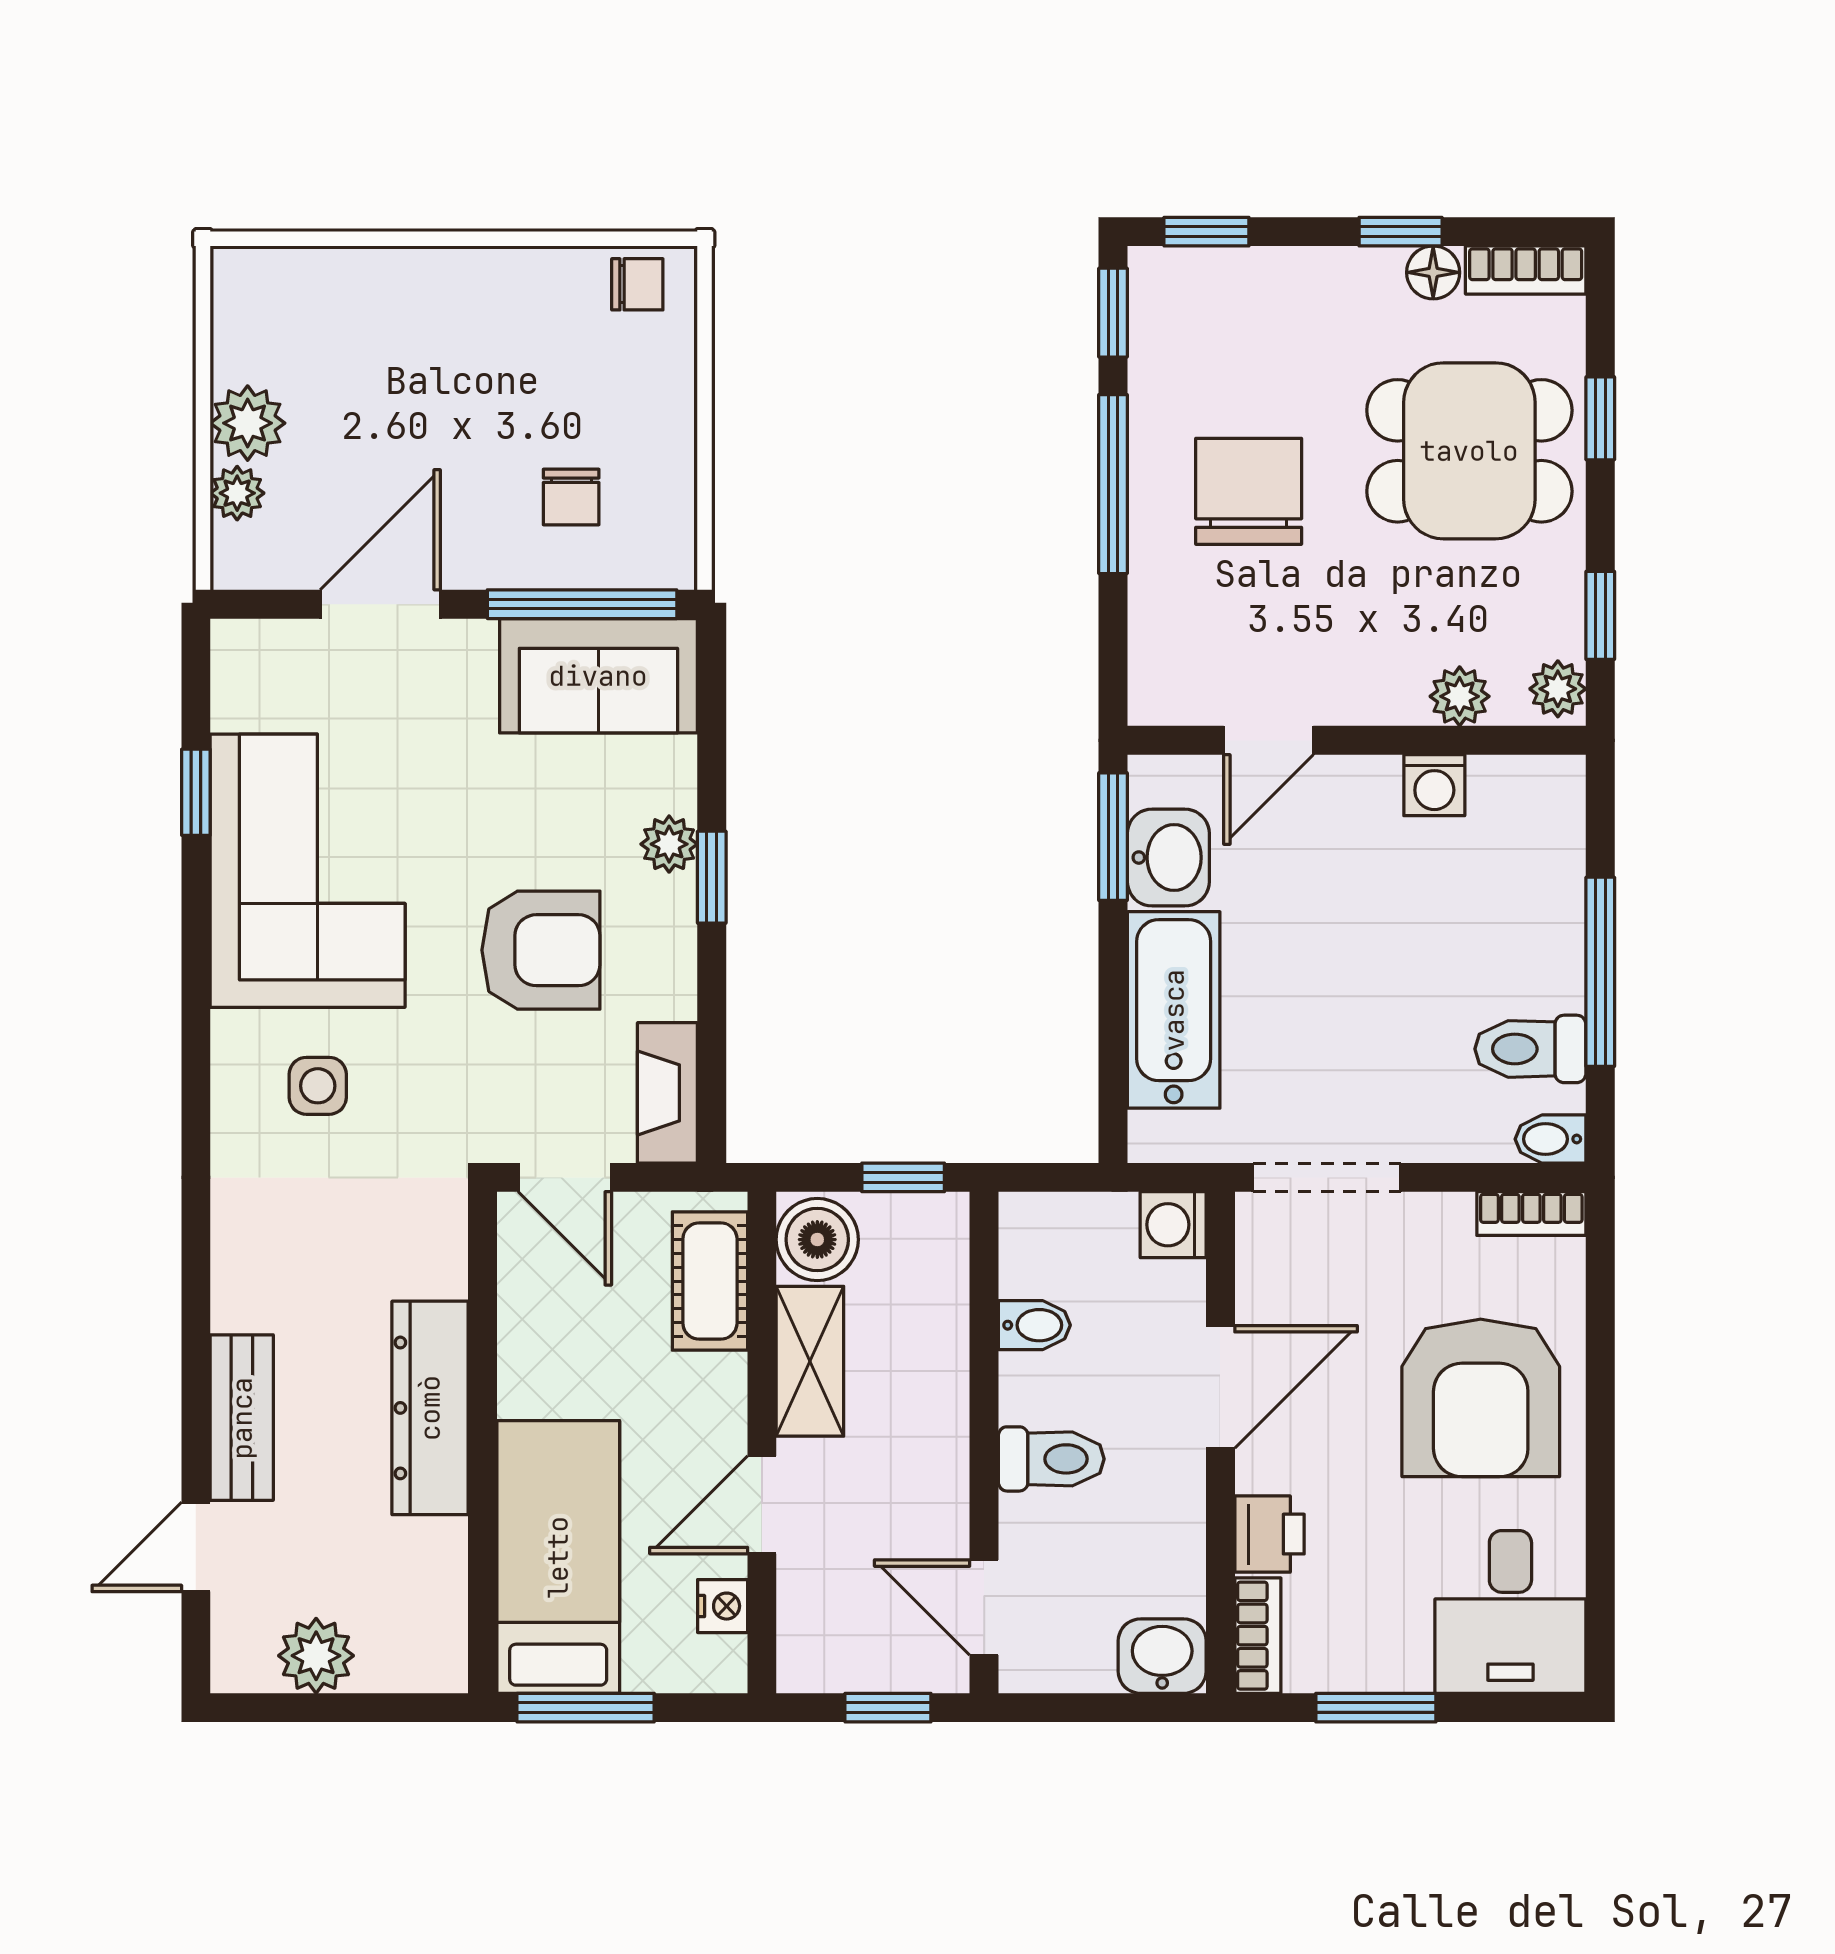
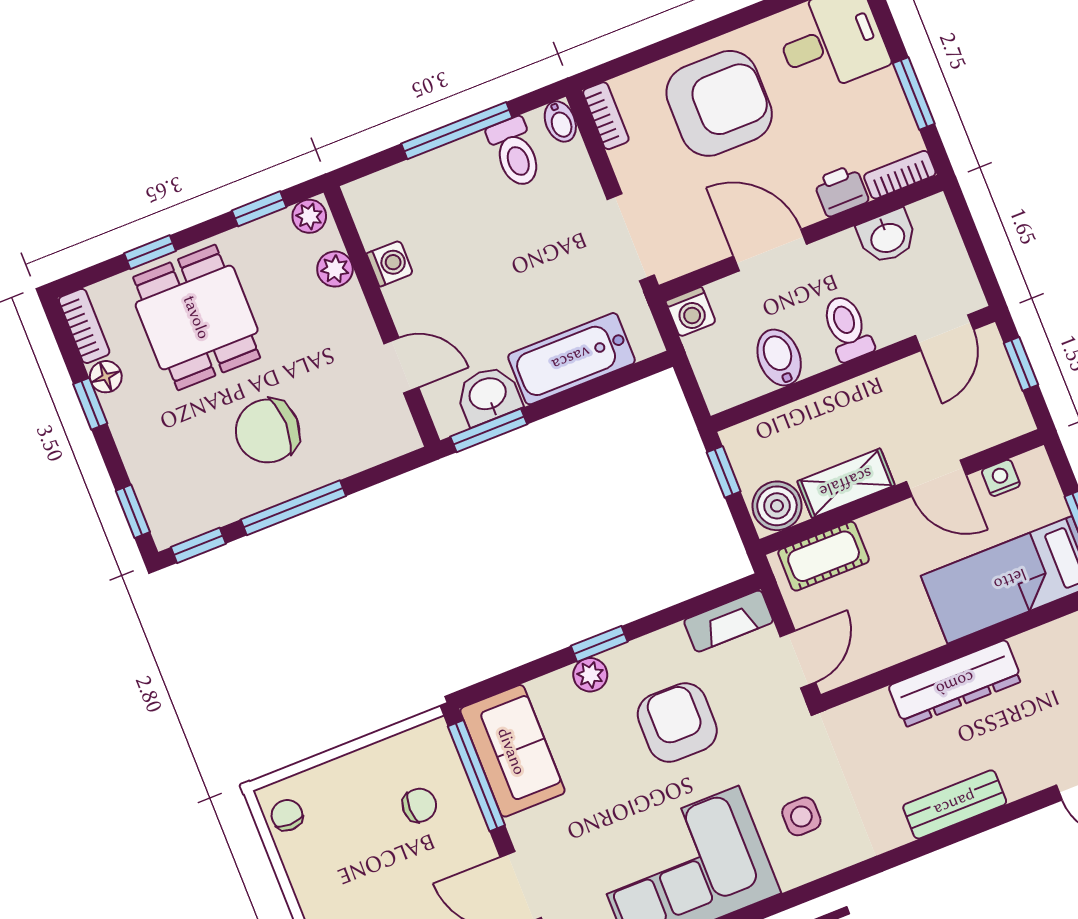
bidet: (1034, 1325) -> (779, 358), width x1.38, depth x1.36
bench: (242, 1418) -> (955, 804), moved
washbasin: (1162, 1656) -> (887, 237), moved, turned -90

